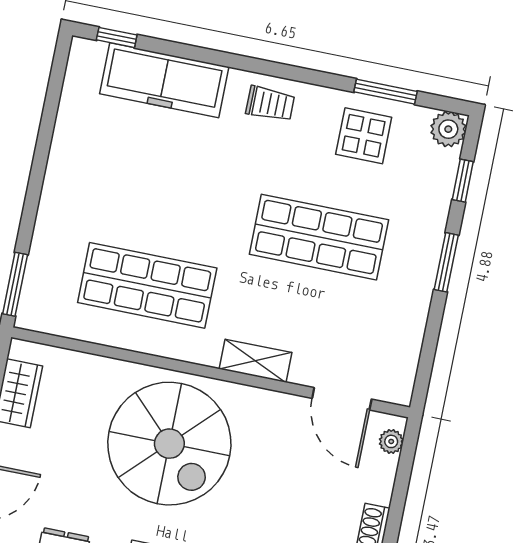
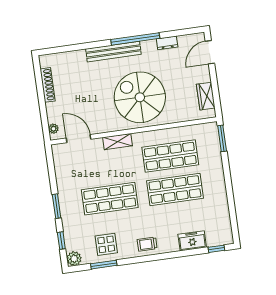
freezer: (164, 80) -> (192, 241), width x0.52, depth x0.79
shop shelf: (163, 206) -> (175, 189), added

